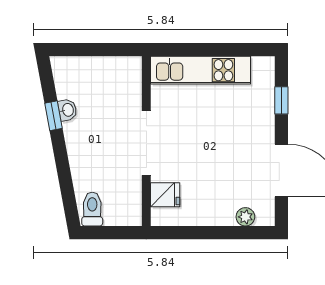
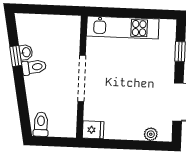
toilet: (80, 130) -> (34, 67), added
fridge: (165, 195) -> (93, 130), moved

